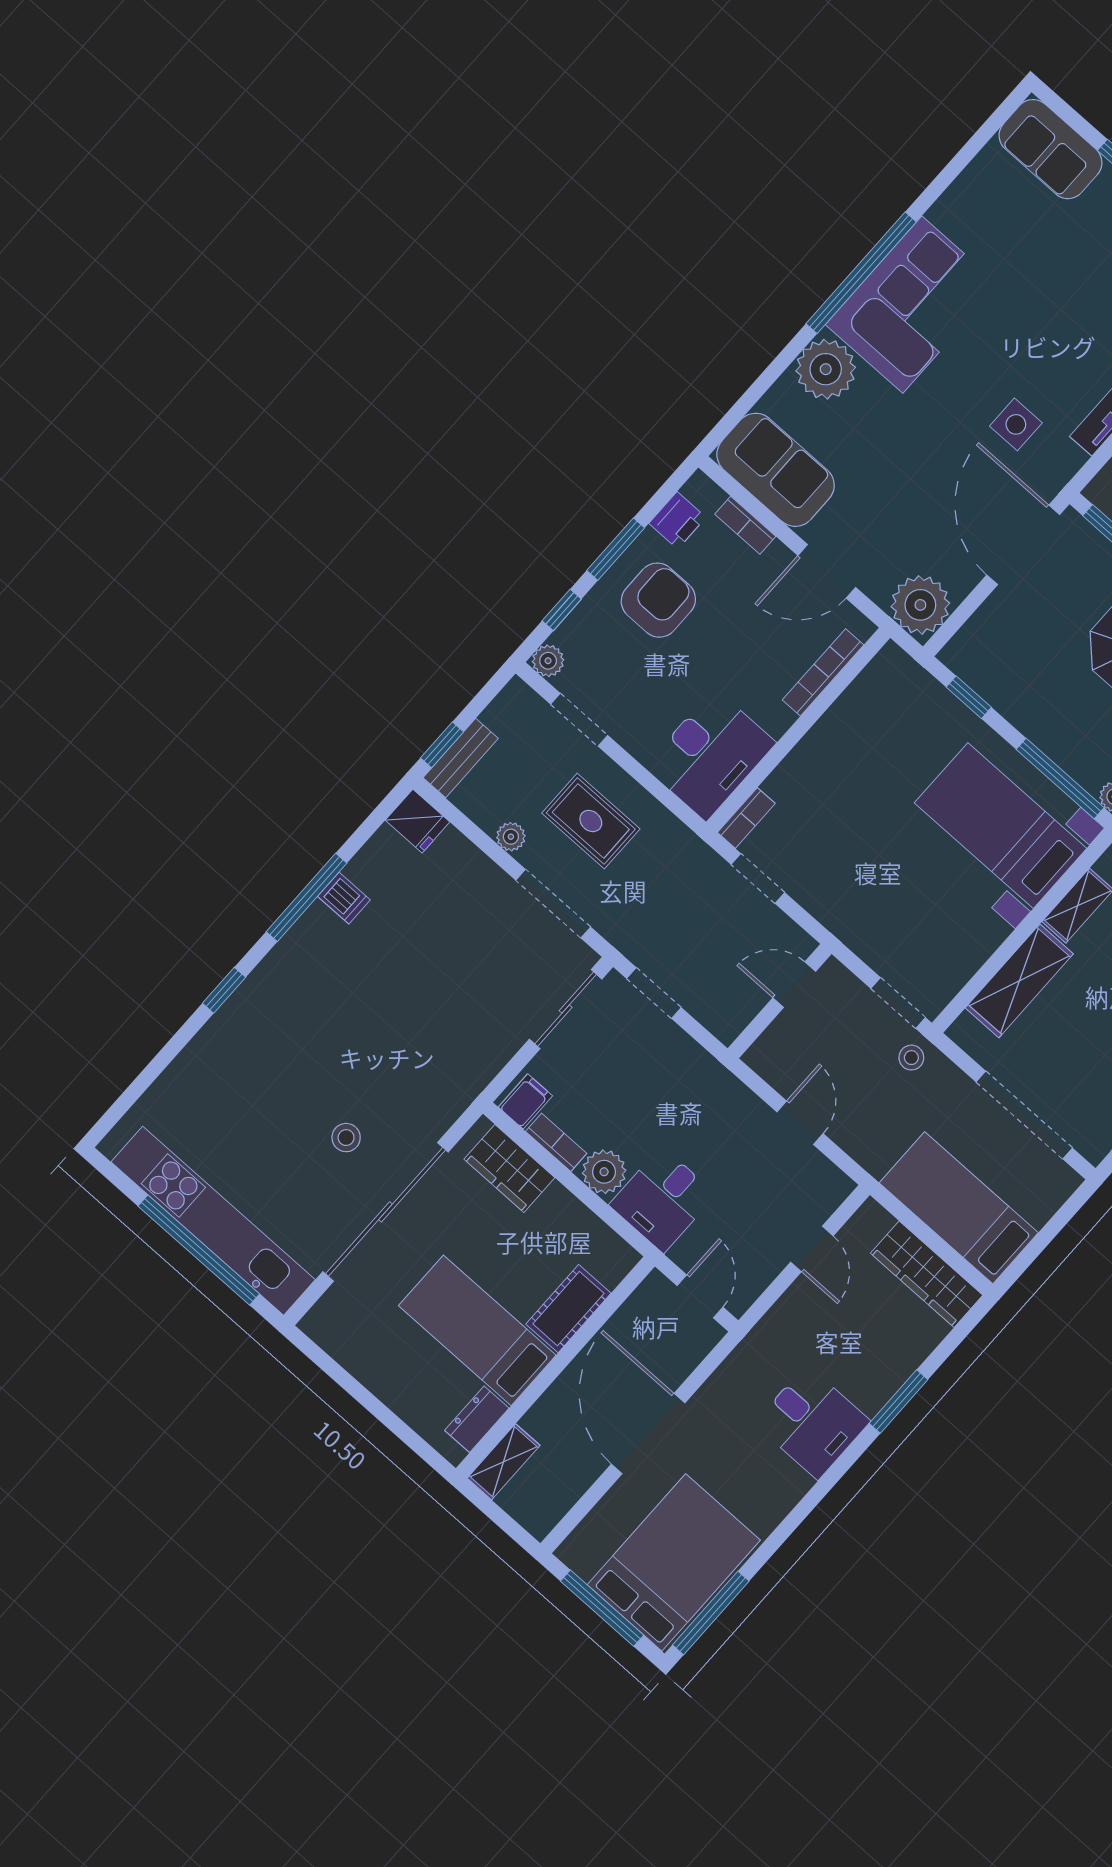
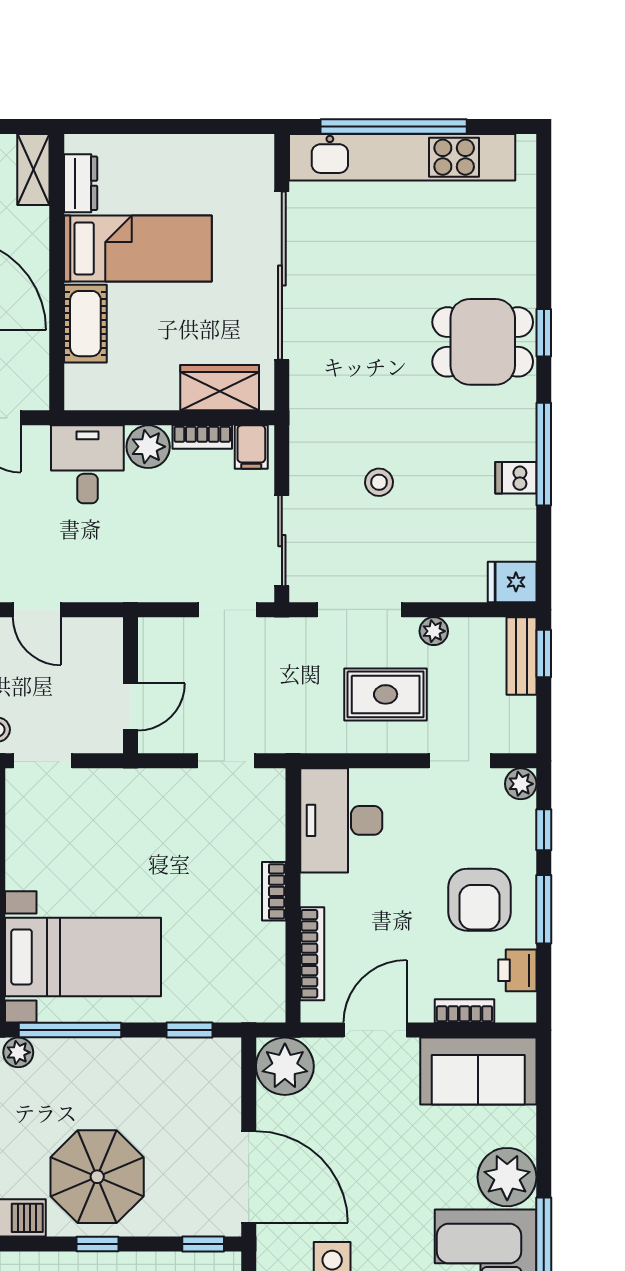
bookcase: (746, 818) -> (274, 891), moved
dining table: (277, 1025) -> (483, 342), added
stool: (346, 1138) -> (379, 482), moved

